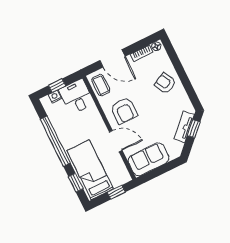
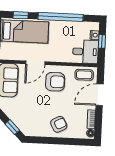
armchair: (124, 111) -> (55, 82), turned 180
tv unit: (184, 127) -> (18, 121), removed

